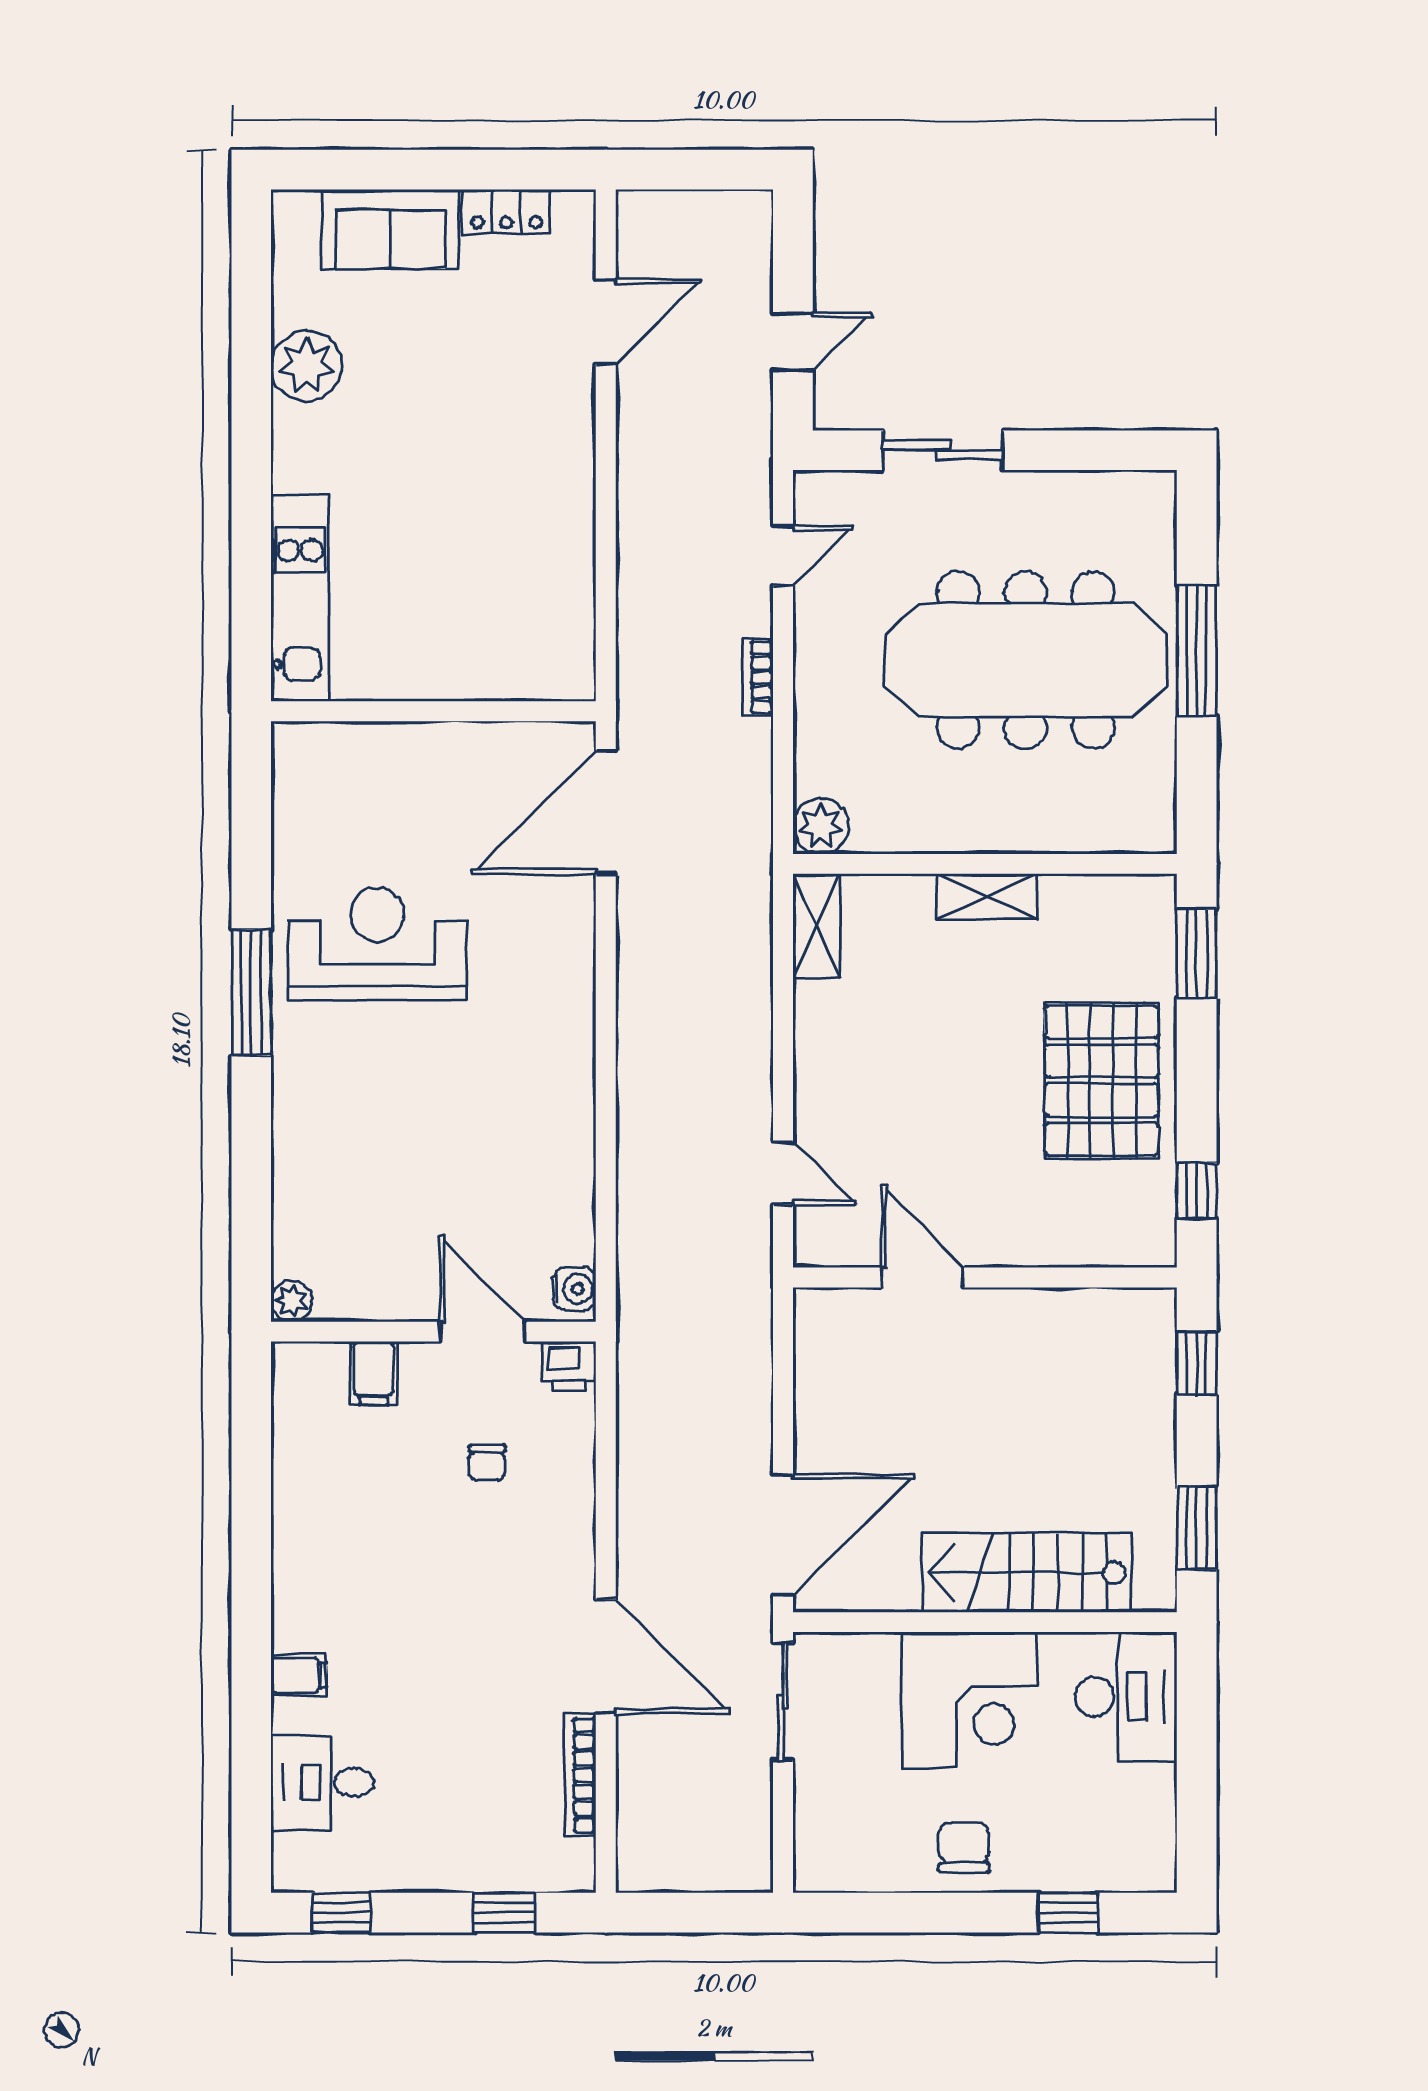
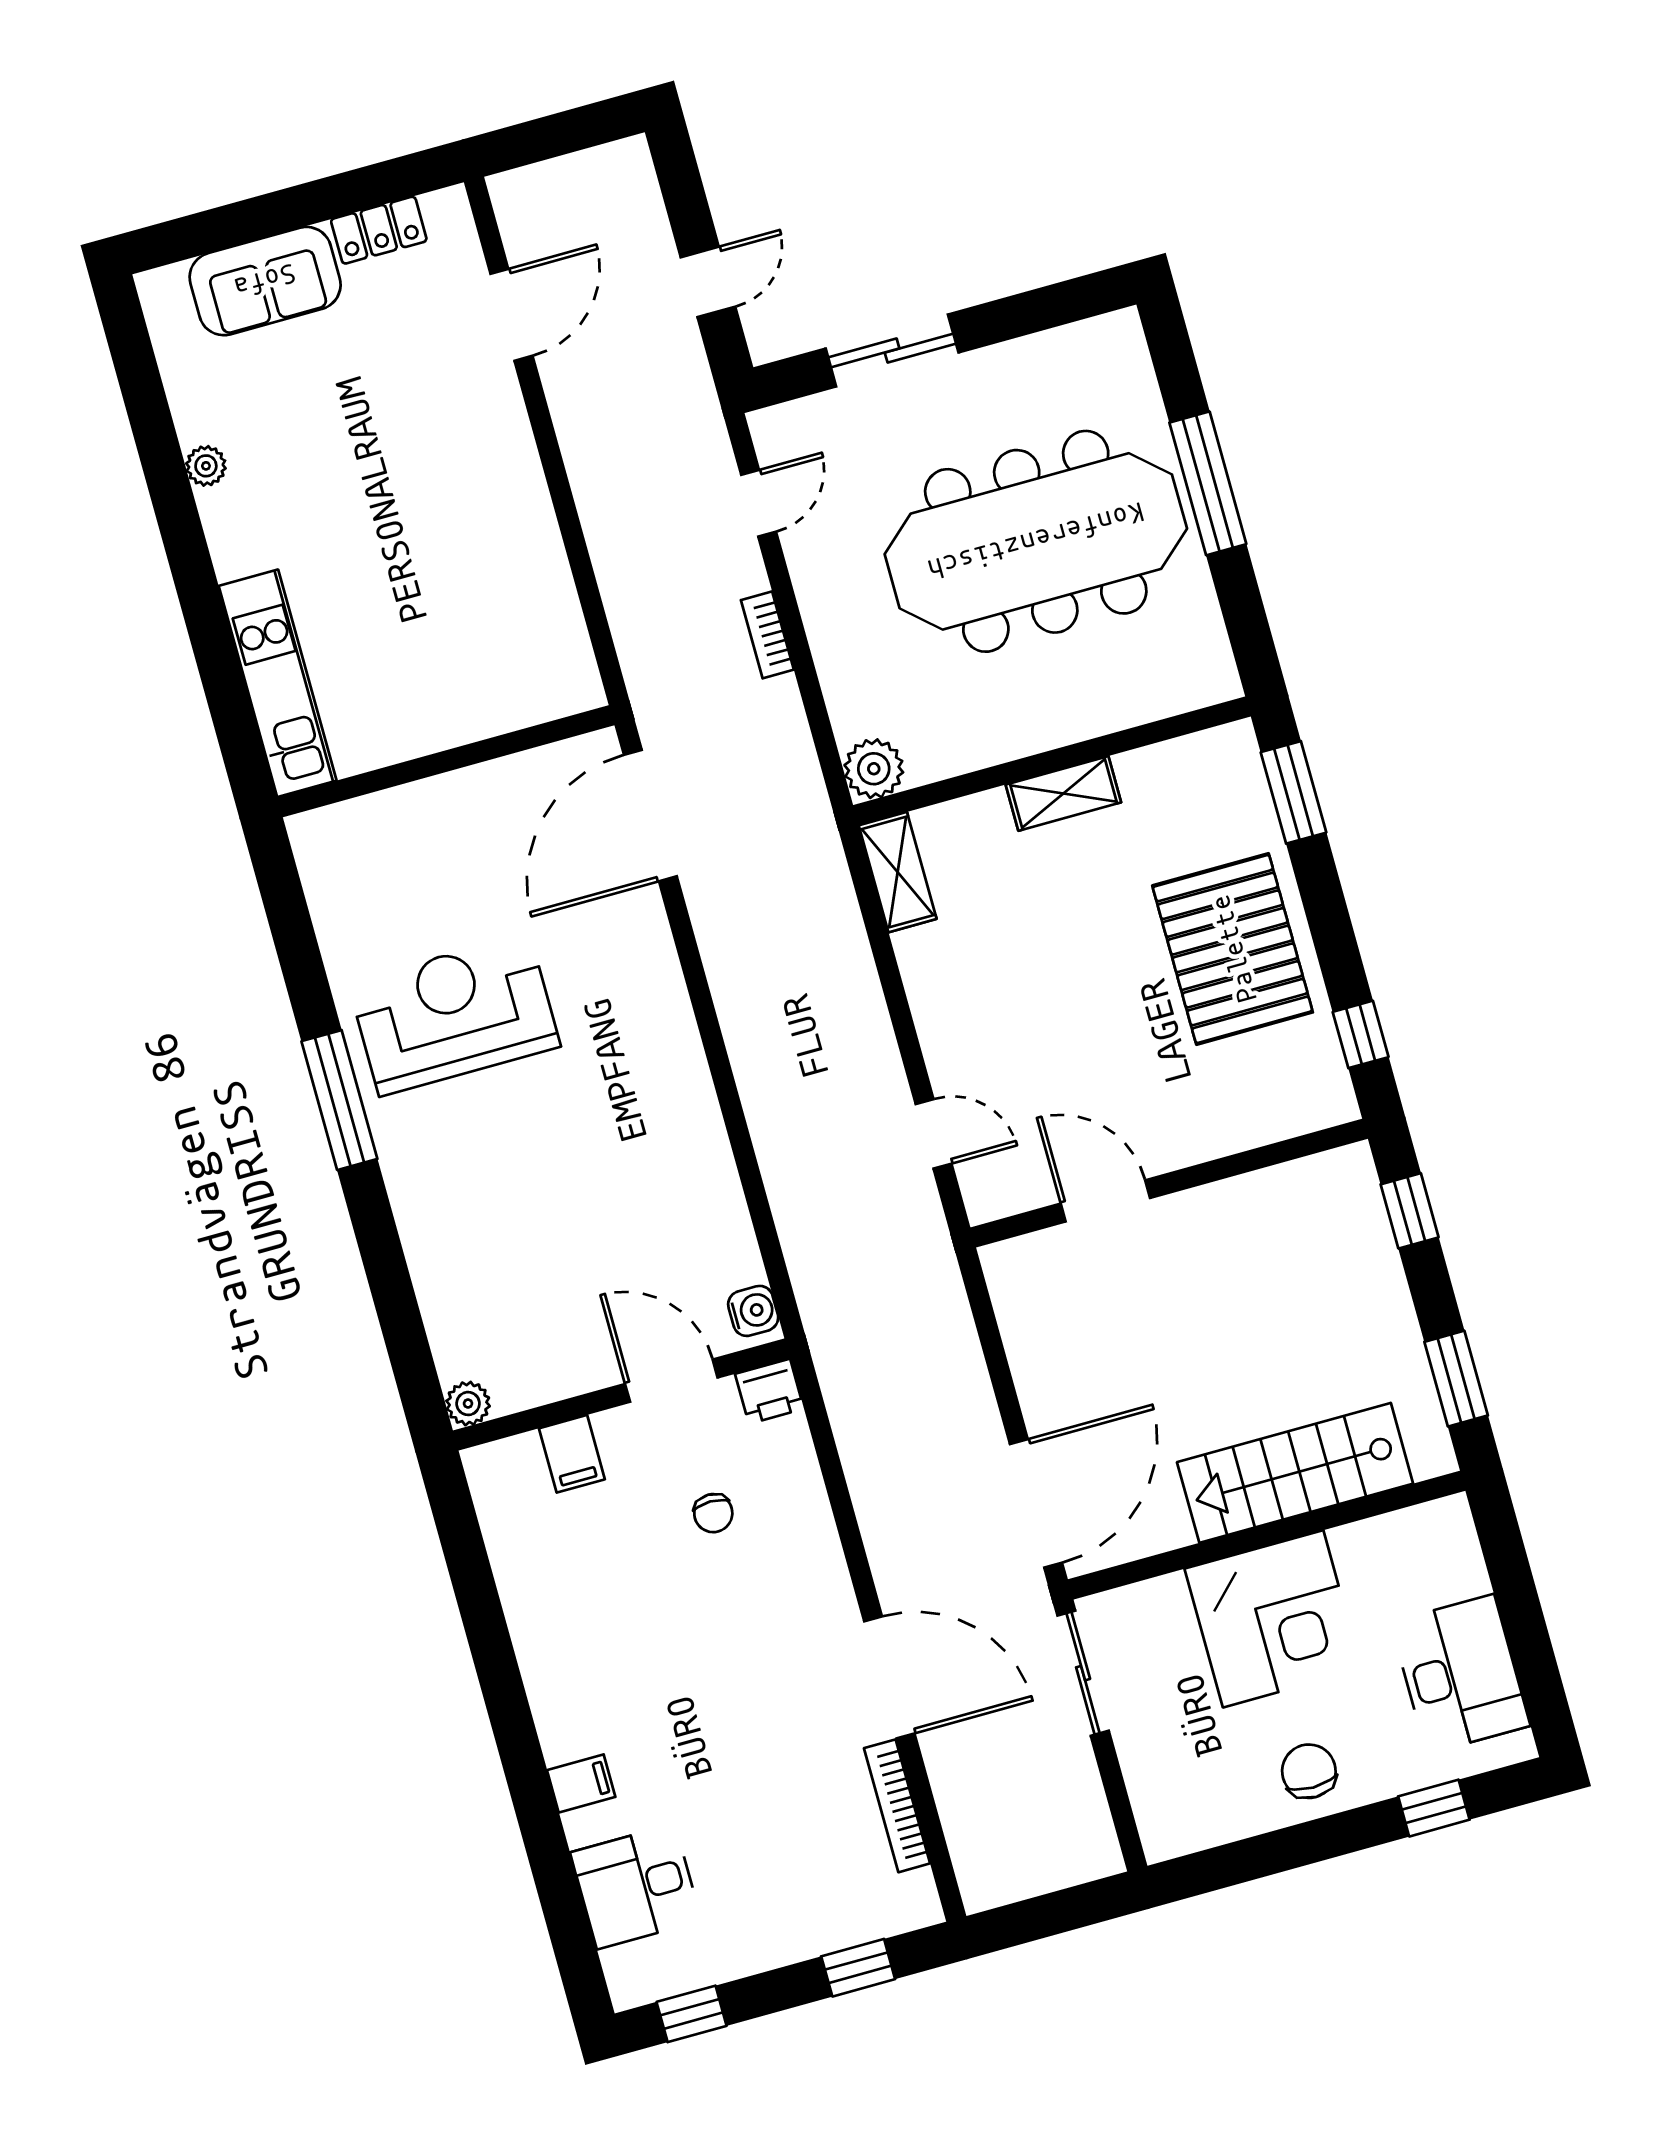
plant: (306, 366) -> (206, 466), width x0.53, depth x0.53
desk: (1126, 1697) -> (1460, 1674), moved

